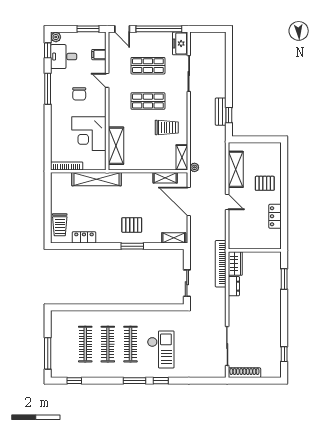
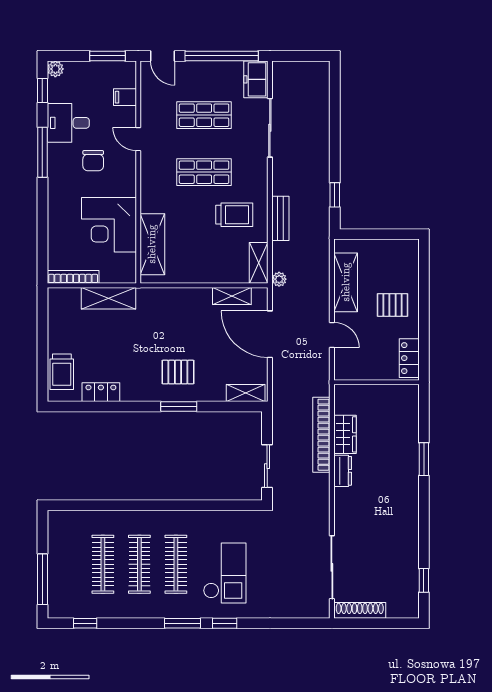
desk: (64, 57) -> (68, 123), moved
bench: (221, 112) -> (280, 218), moved
shelving: (97, 179) -> (109, 298), width x0.68
wall: (255, 250) -> (376, 382), moved

